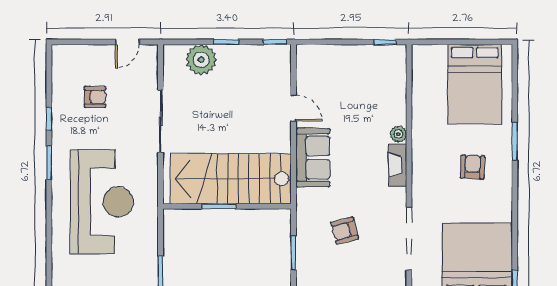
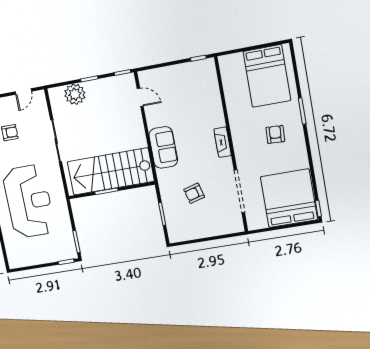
door: (294, 108) -> (140, 97), moved
plant: (398, 134) -> (219, 121), removed

